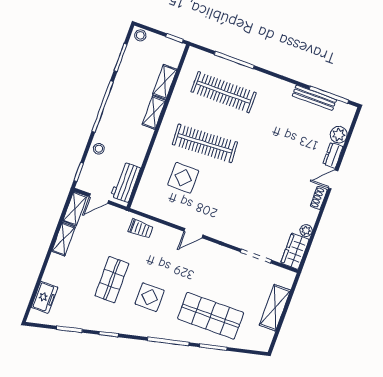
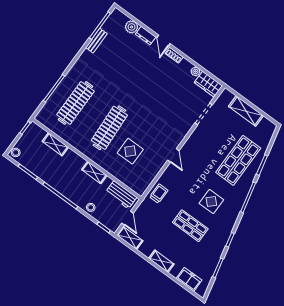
bench: (314, 98) -> (96, 41), width x0.73
shelving: (154, 112) -> (94, 173), moved
shelving: (63, 239) -> (161, 261), moved

